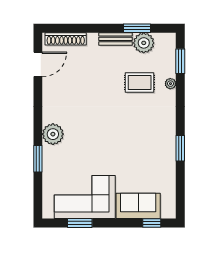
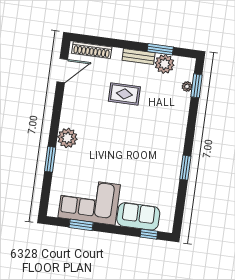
rug: (140, 82) -> (124, 94), moved
plant: (170, 84) -> (187, 86), moved

